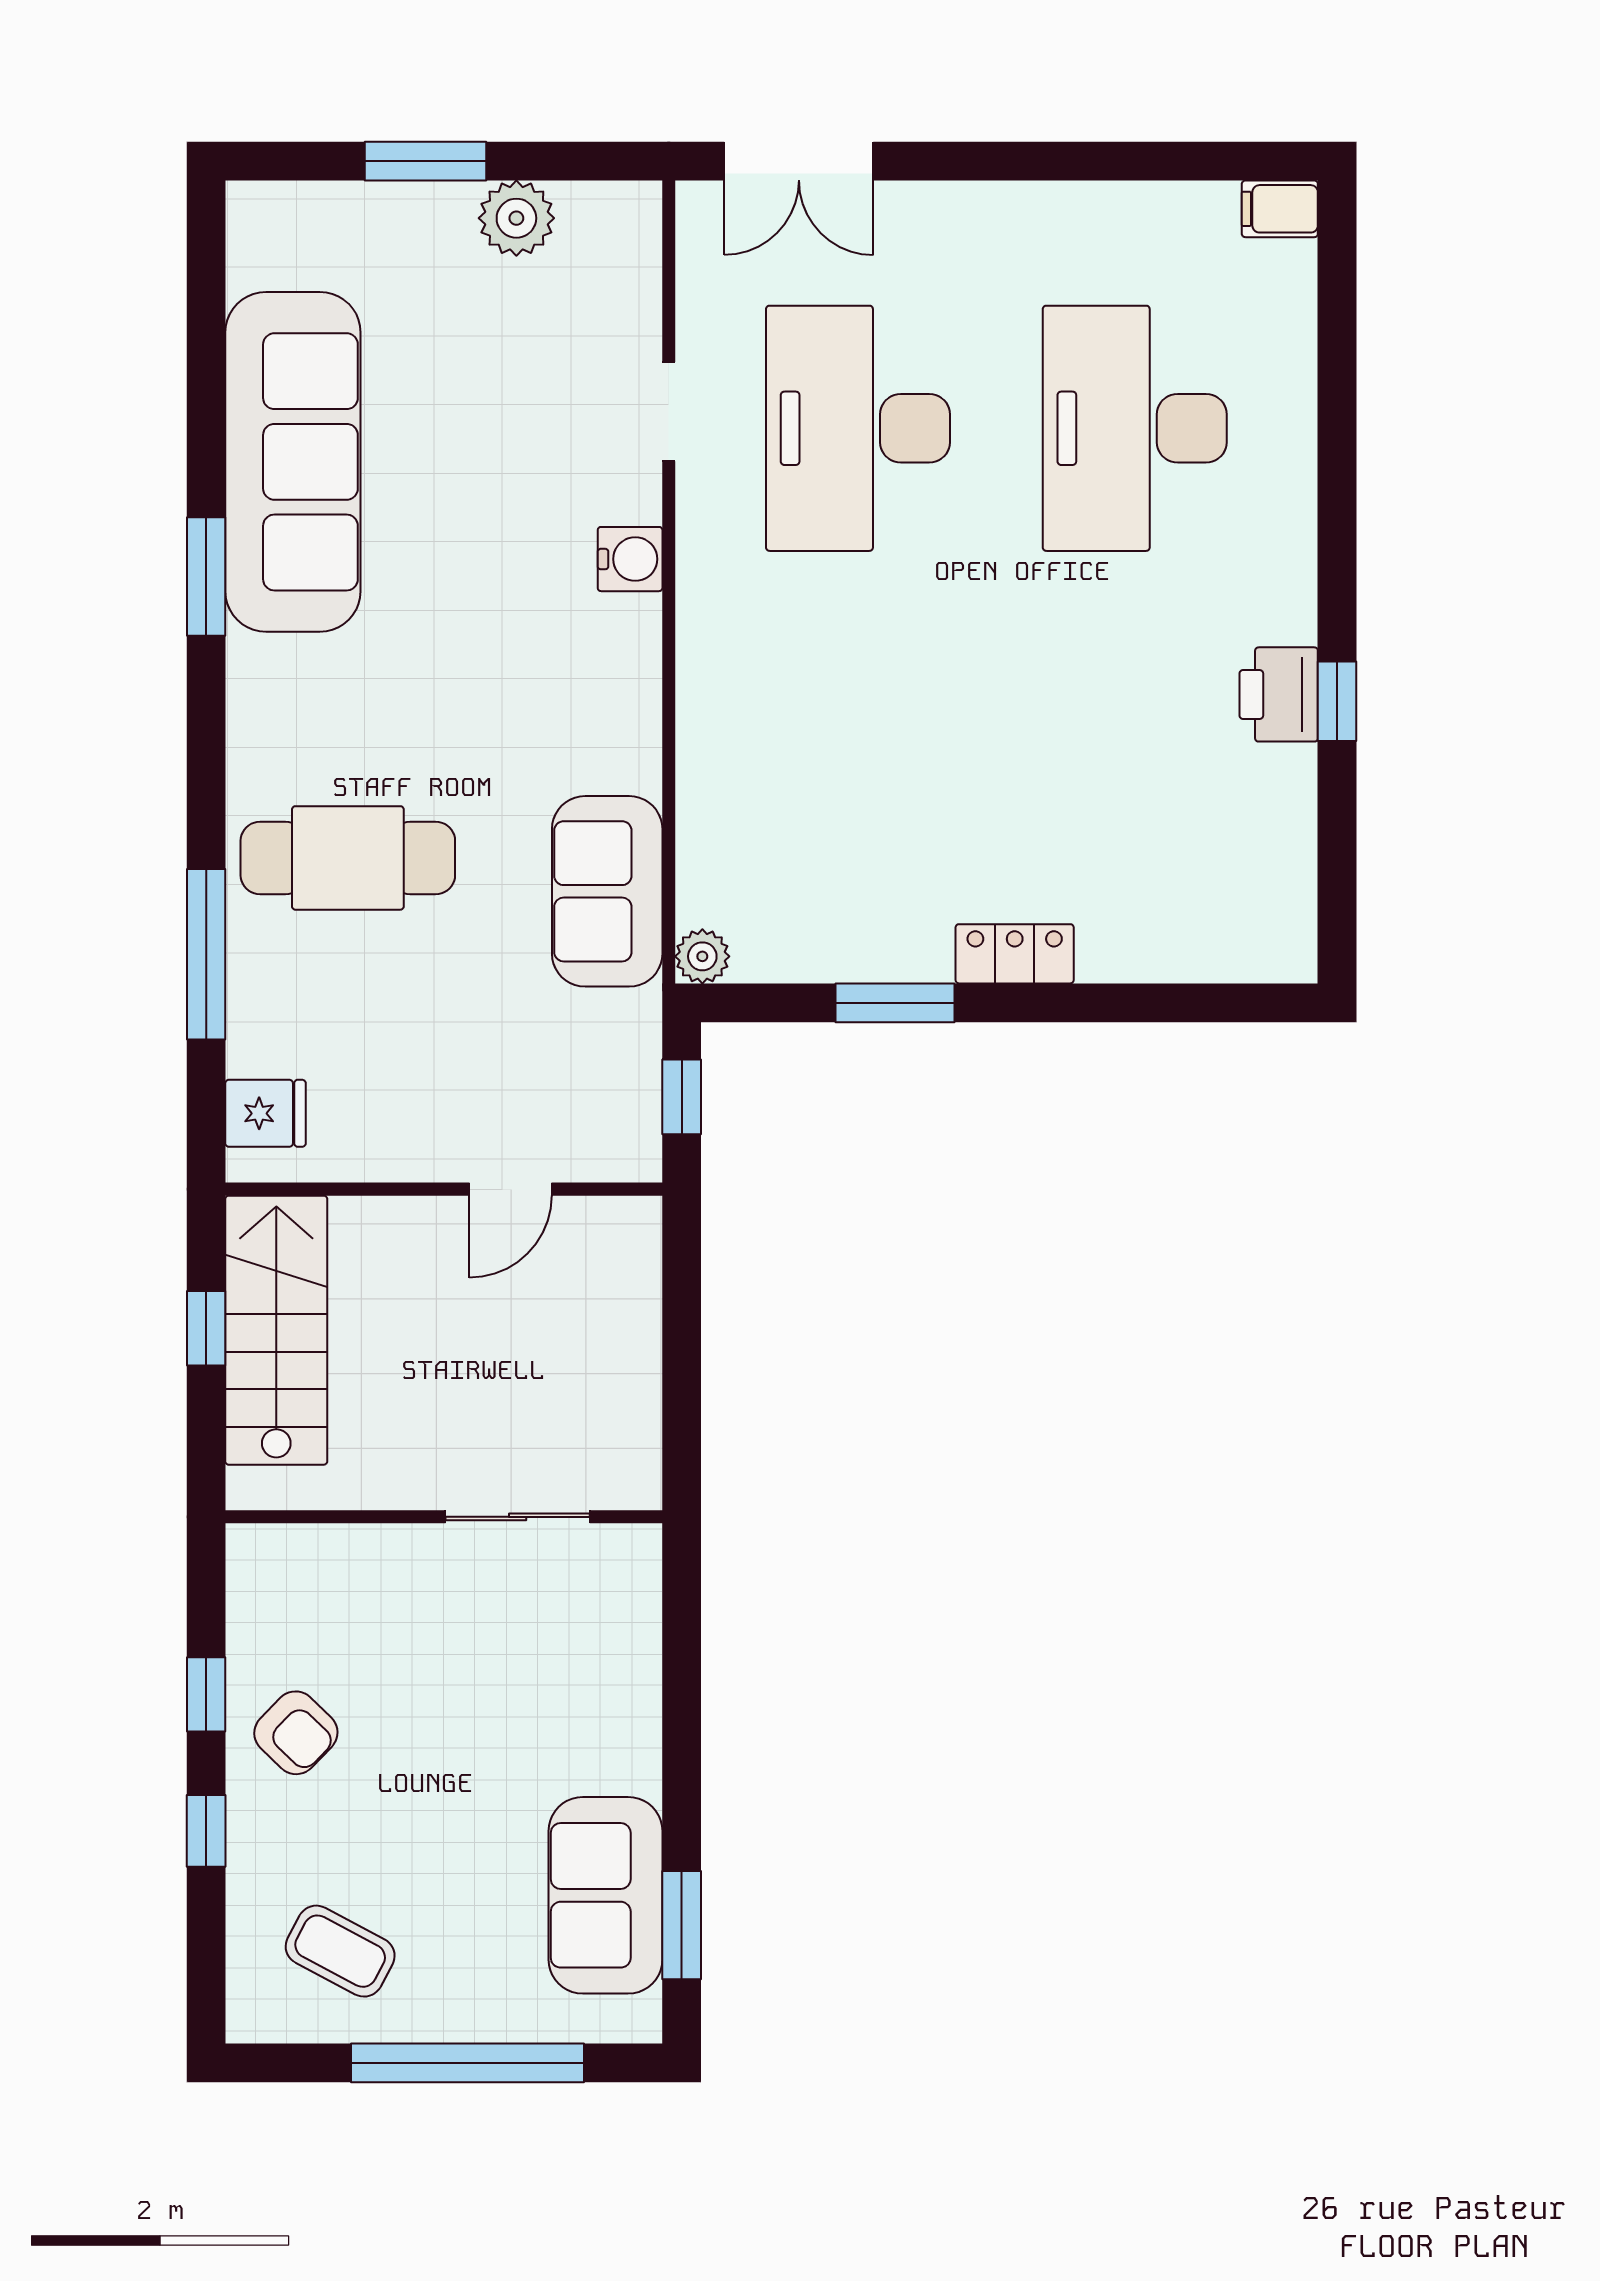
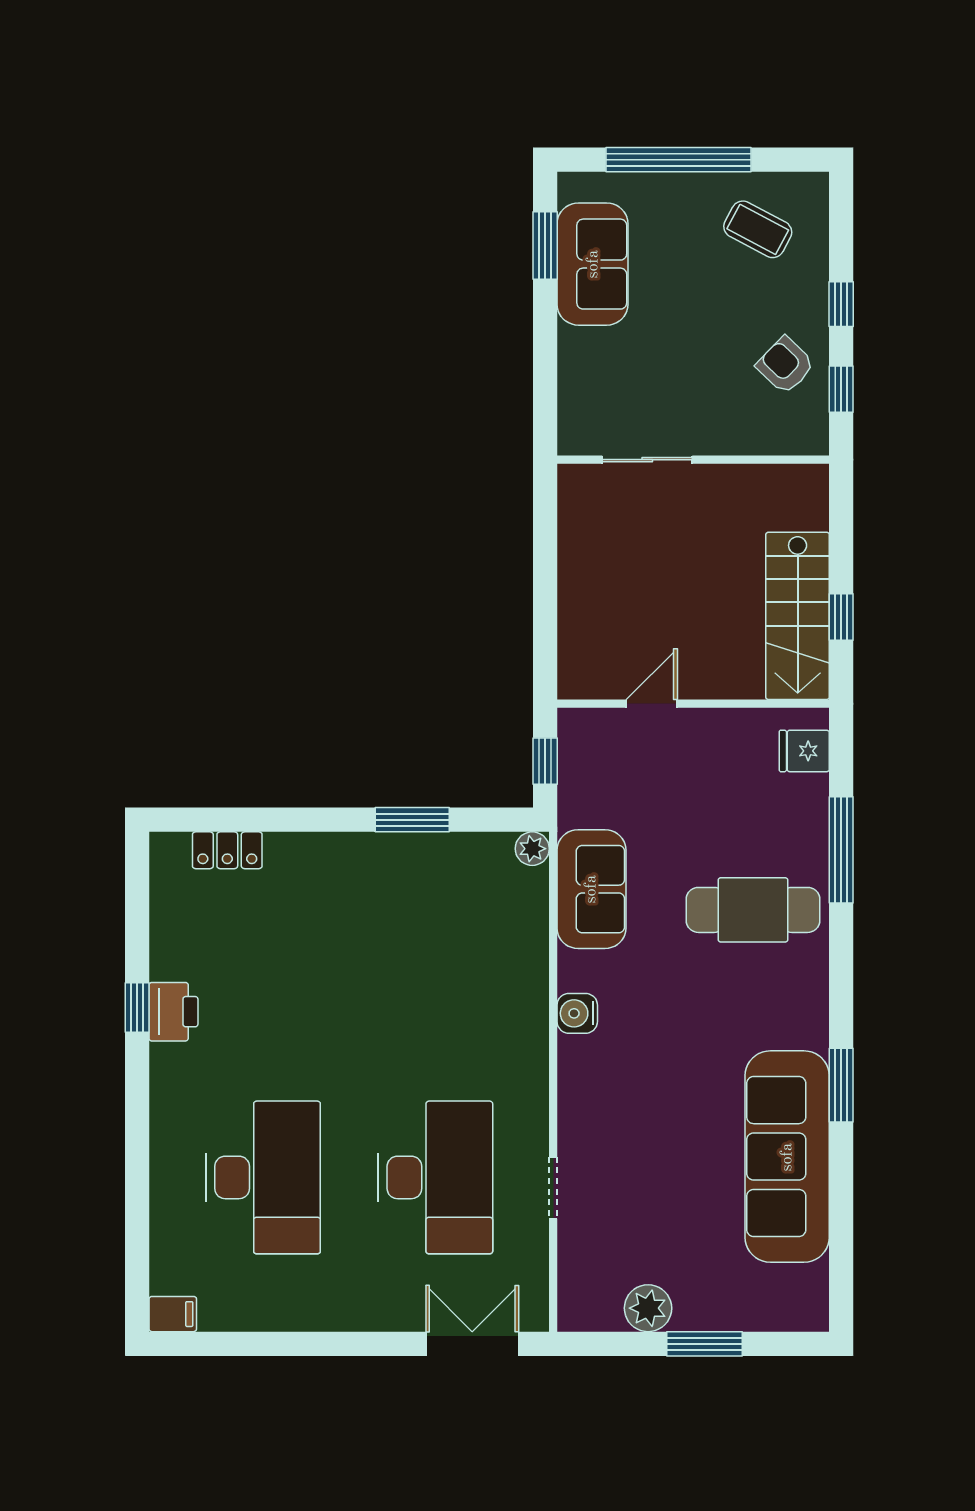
water cooler: (630, 559) -> (577, 1013), moved
locker: (1015, 954) -> (227, 850), moved
wall: (444, 1517) -> (693, 460), moved
sliding door: (518, 1517) -> (647, 460), moved

